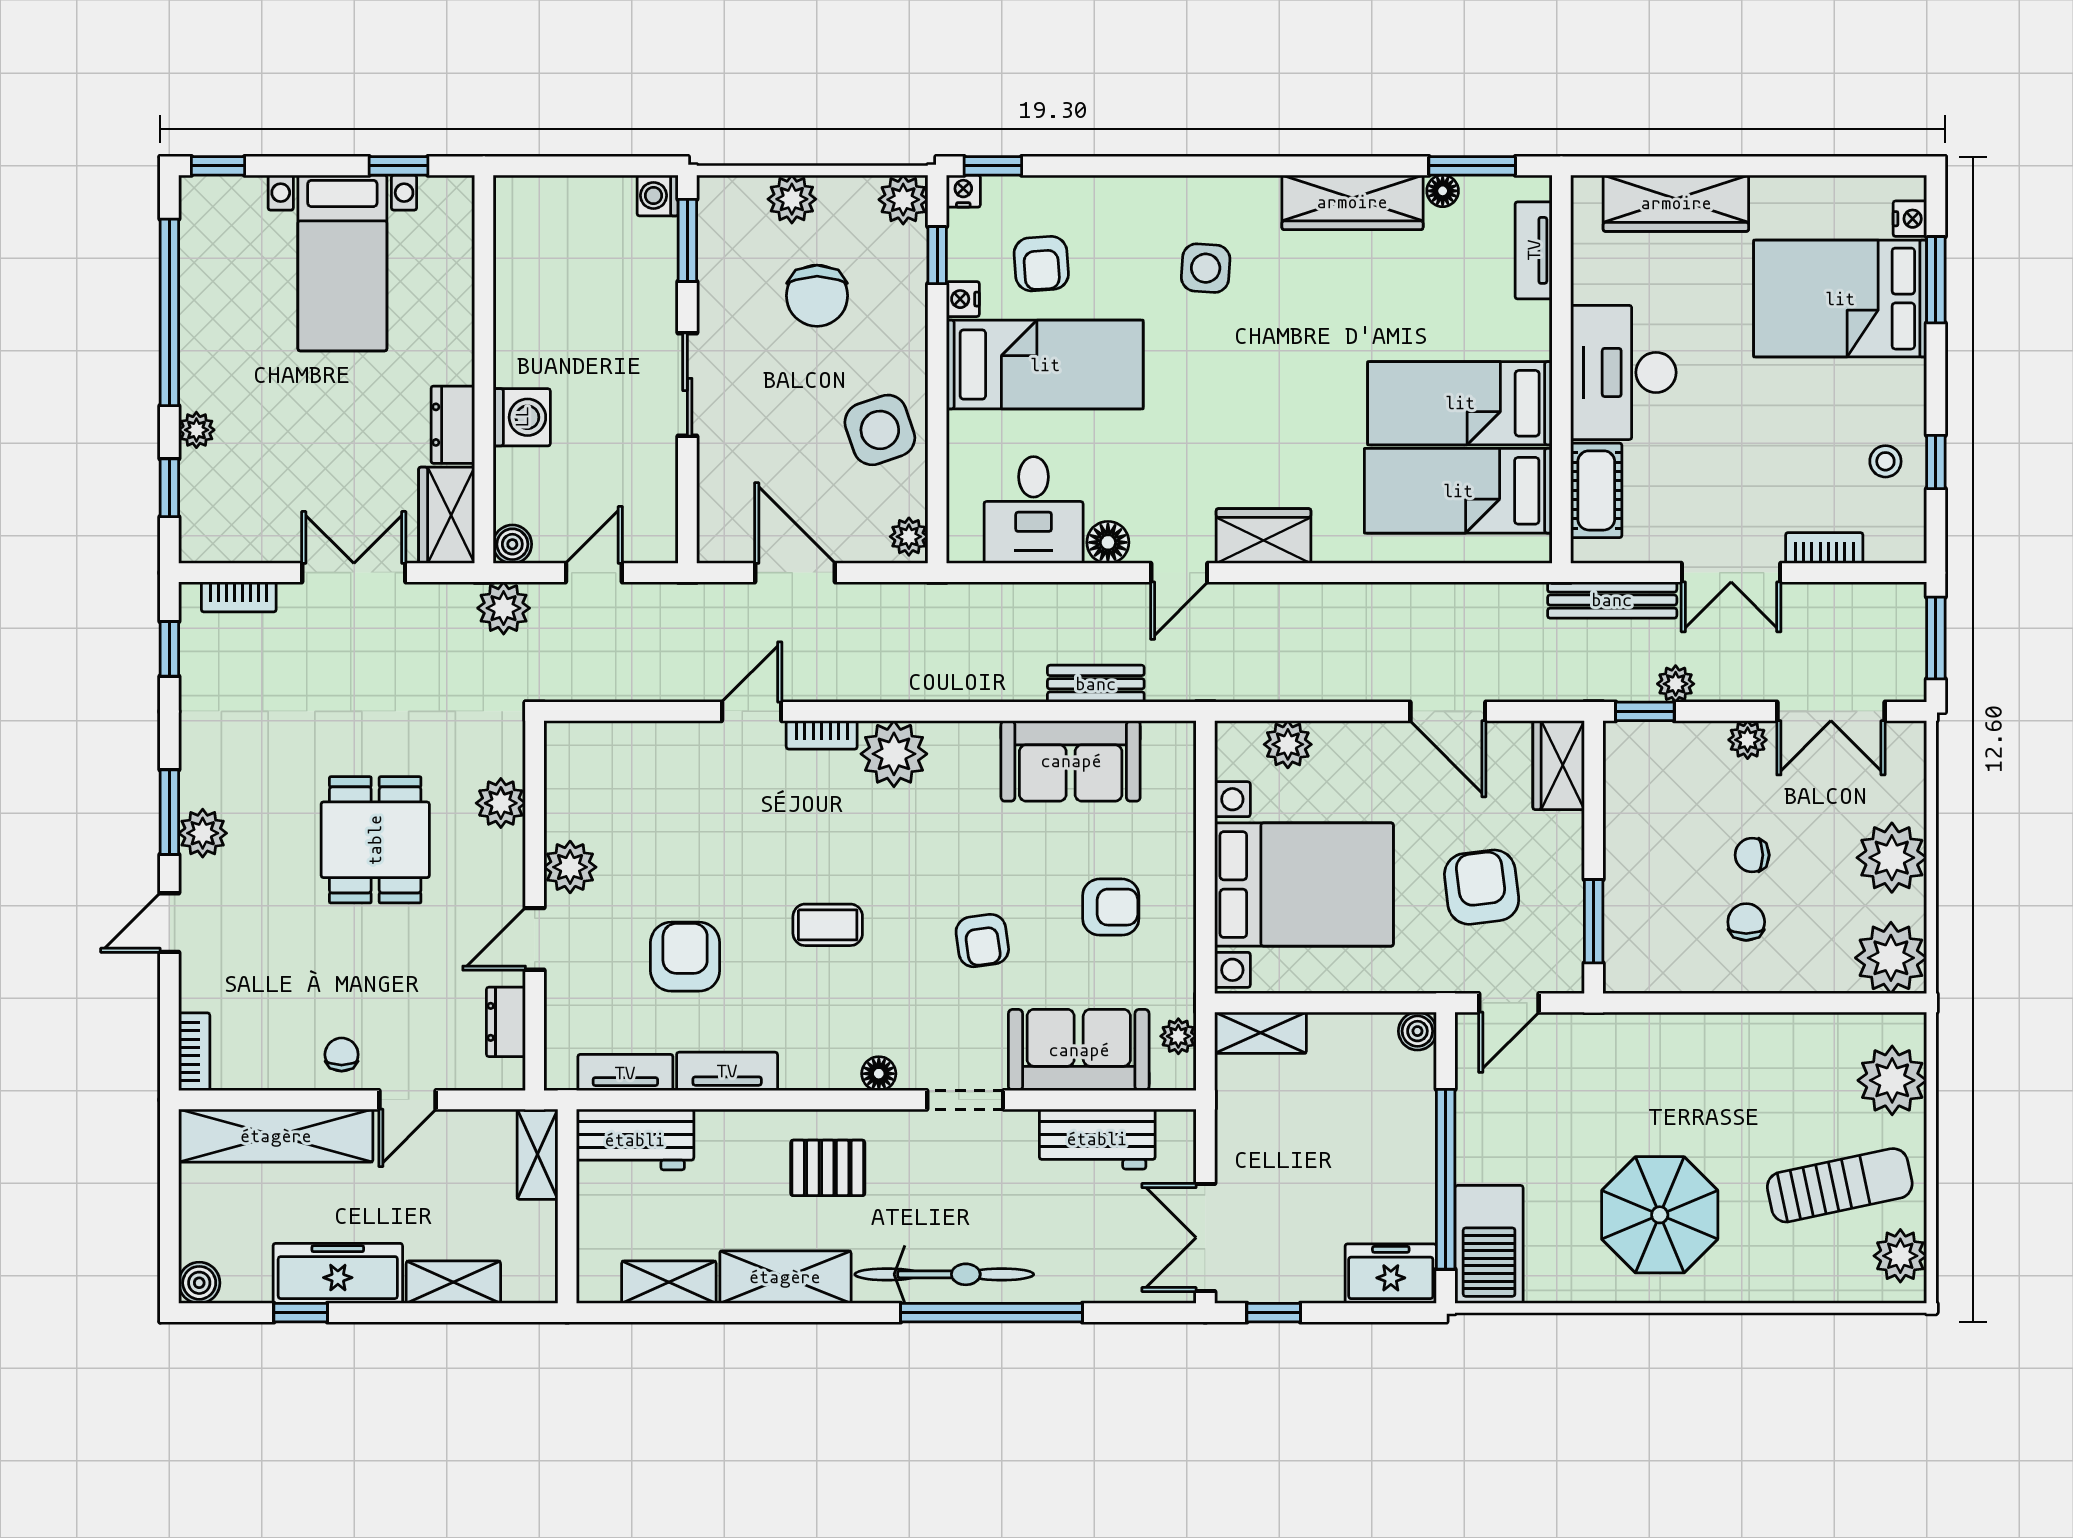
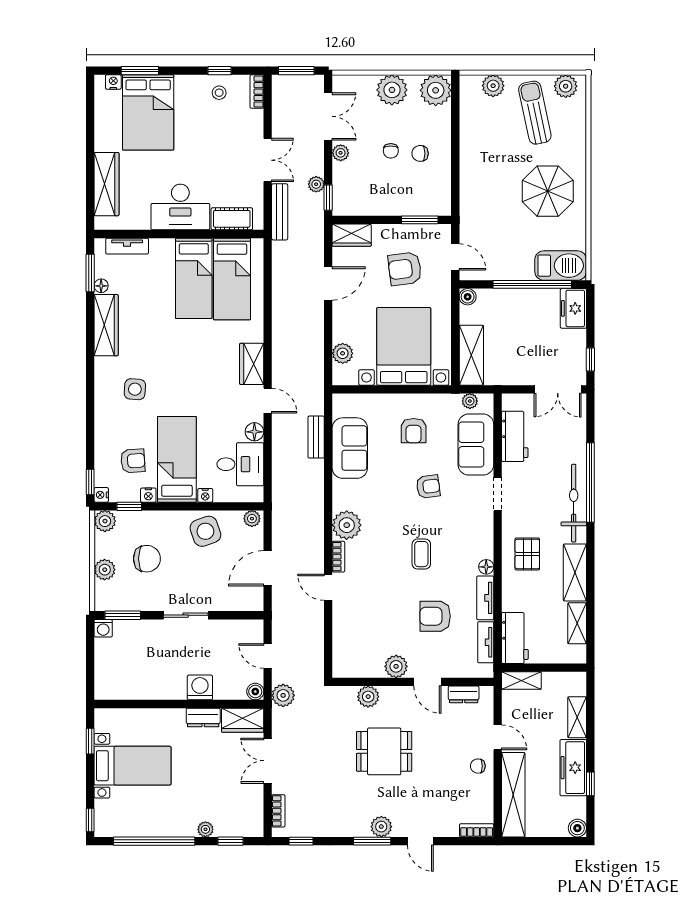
nightstand: (962, 429) -> (205, 495), added
bookcase: (1824, 548) -> (257, 92), moved
armchair: (1111, 907) -> (414, 431), turned 180
shelving: (1260, 1033) -> (471, 355), width x1.50, depth x1.33
floor lamp: (879, 1074) -> (486, 567), moved
plant: (1892, 1080) -> (493, 86), width x0.73, depth x0.73

